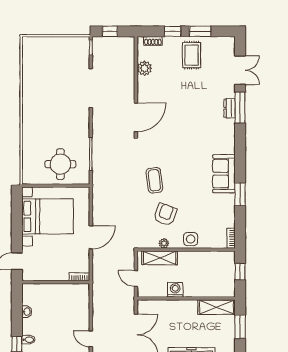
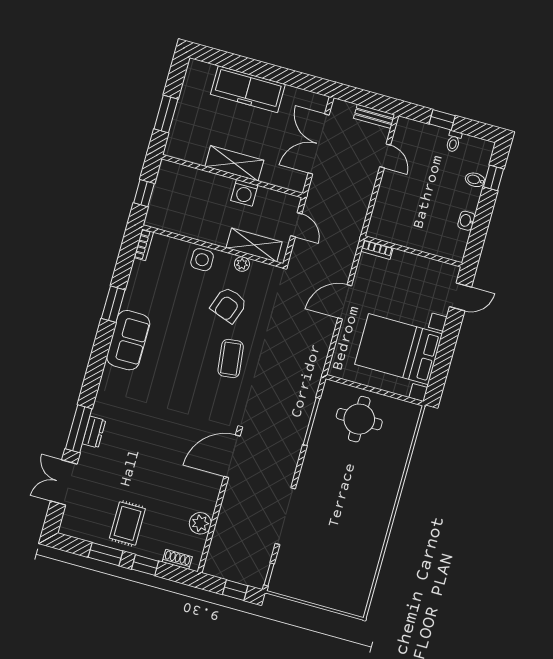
shelving: (217, 307) -> (234, 163), moved

